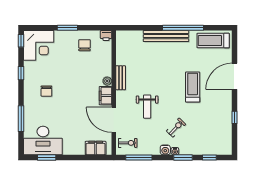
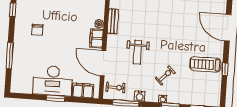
door: (234, 76) -> (228, 28), hinge flipped
treadmill: (193, 87) -> (205, 64), moved, turned -90
desk: (43, 140) -> (53, 81), moved
water cooler: (165, 150) -> (140, 96), moved
window: (47, 158) -> (56, 98), moved

